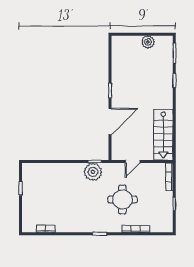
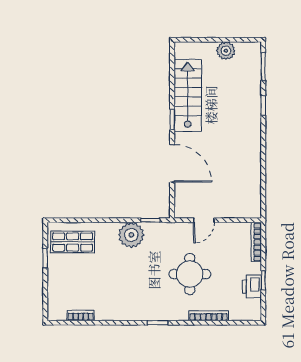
door: (110, 121) -> (172, 163), hinge flipped
stairs: (163, 135) -> (188, 95), moved, turned 180
plant: (93, 172) -> (131, 235), moved
shop shelf: (40, 177) -> (73, 242), added
printer: (166, 208) -> (252, 286), added

